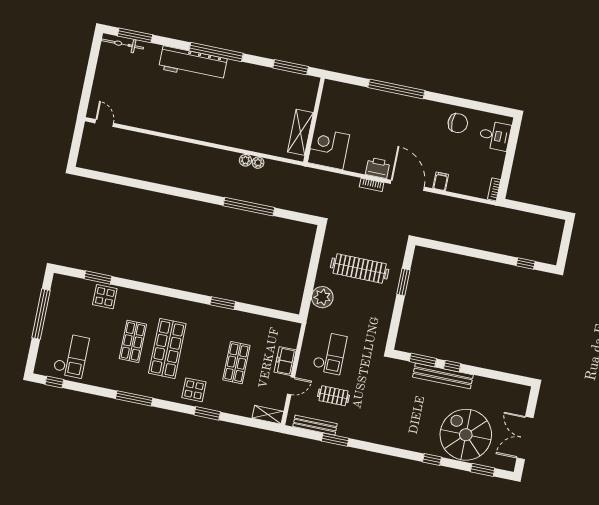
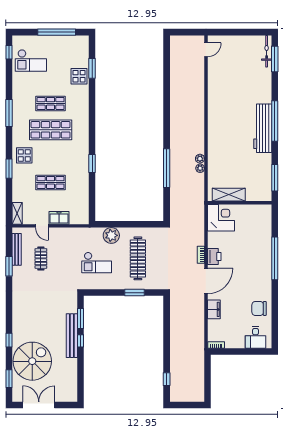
workbench: (193, 64) -> (263, 128), moved
chair: (458, 123) -> (259, 308), turned 90
filing cabinet: (441, 181) -> (214, 309), width x2.00
checkout: (330, 353) -> (97, 263), moved

